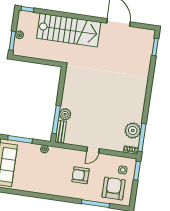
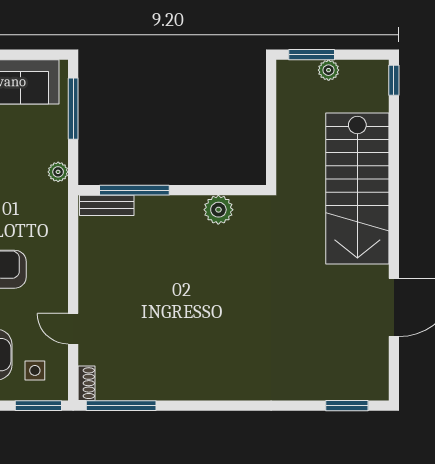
plant: (65, 114) -> (218, 210), moved
plant: (133, 131) -> (135, 381), removed
door: (93, 150) -> (73, 329), moved

